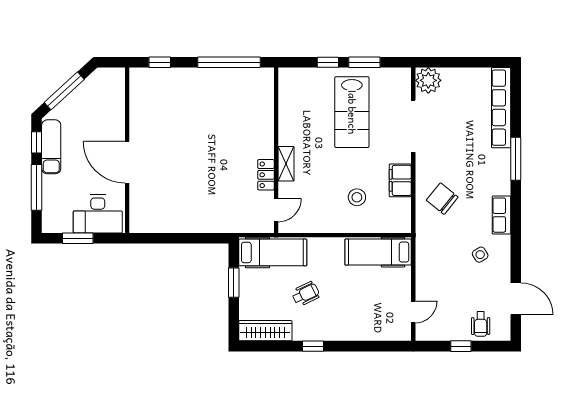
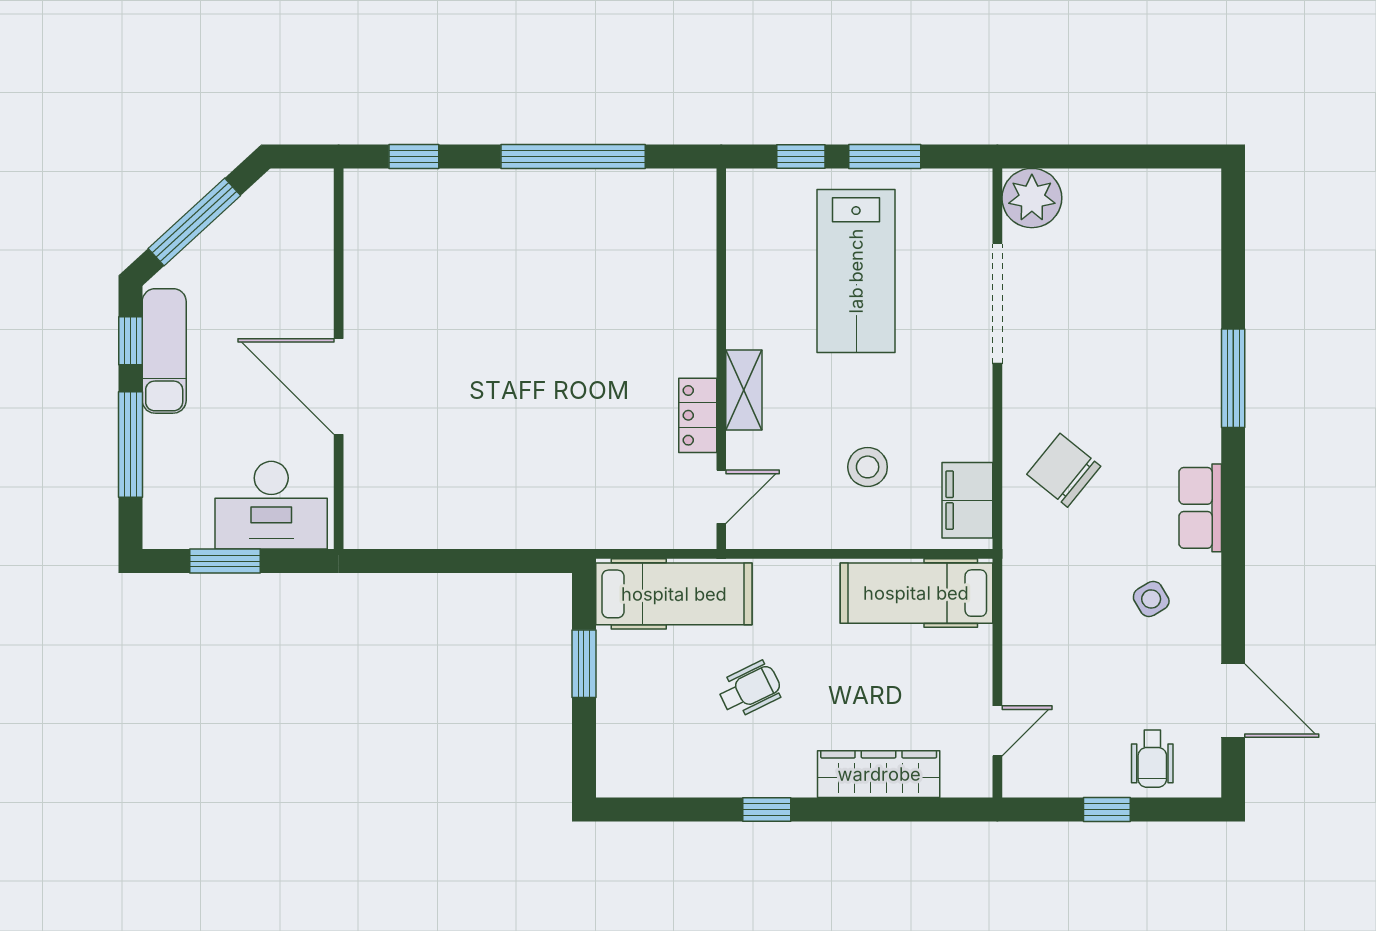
row of seats: (501, 108) -> (1199, 261), removed
wall: (276, 150) -> (721, 359), moved
shelving: (286, 164) -> (744, 390), moved
locker: (266, 175) -> (698, 415), moved
filing cabinet: (400, 180) -> (967, 500), moved
door: (276, 210) -> (721, 497), moved
wardrobe: (265, 331) -> (879, 774), moved

